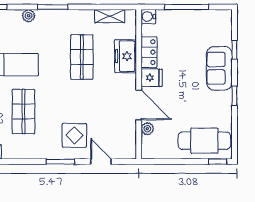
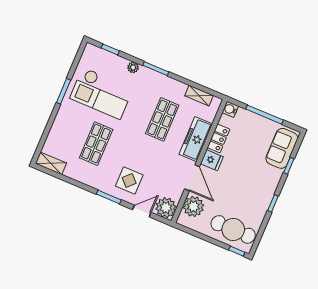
freezer: (125, 56) -> (196, 139), width x1.40
sofa: (219, 68) -> (282, 148), moved
plant: (147, 129) -> (193, 207), width x1.88, depth x1.88
plant: (125, 147) -> (166, 208), added
door: (101, 162) -> (142, 211), hinge flipped

